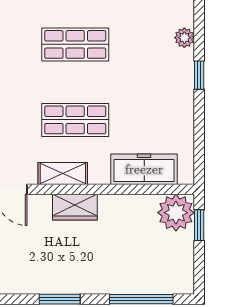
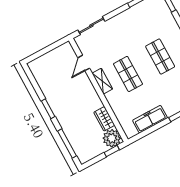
freezer: (144, 169) -> (150, 119), moved, turned -90
wardrobe: (75, 207) -> (104, 119), moved

